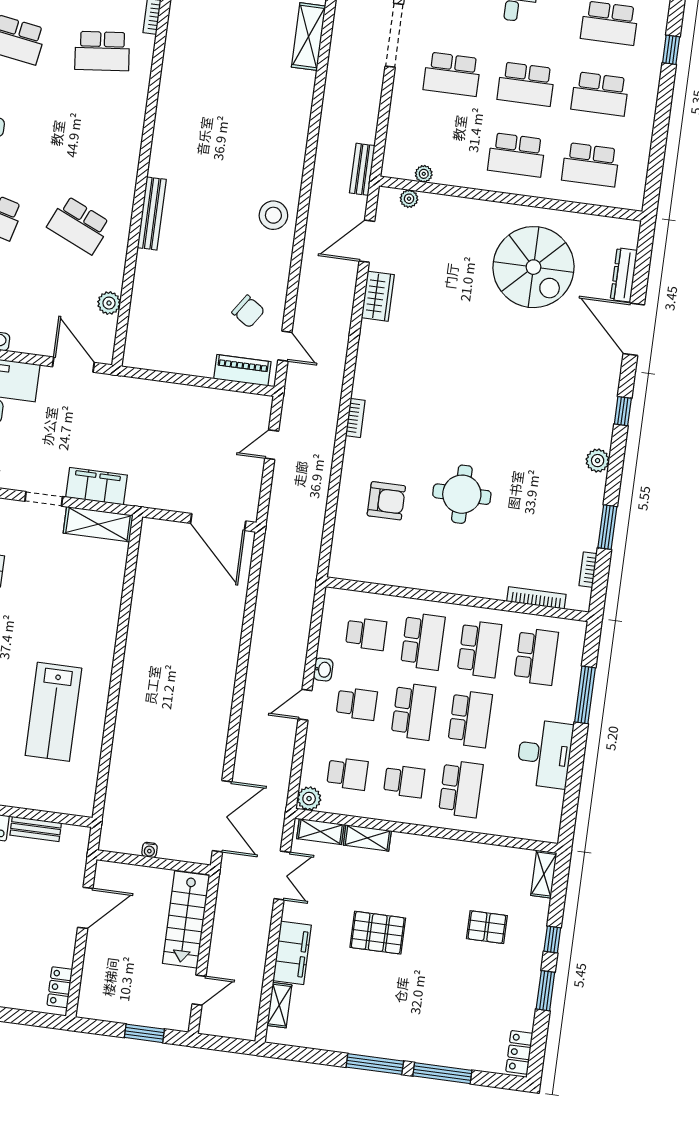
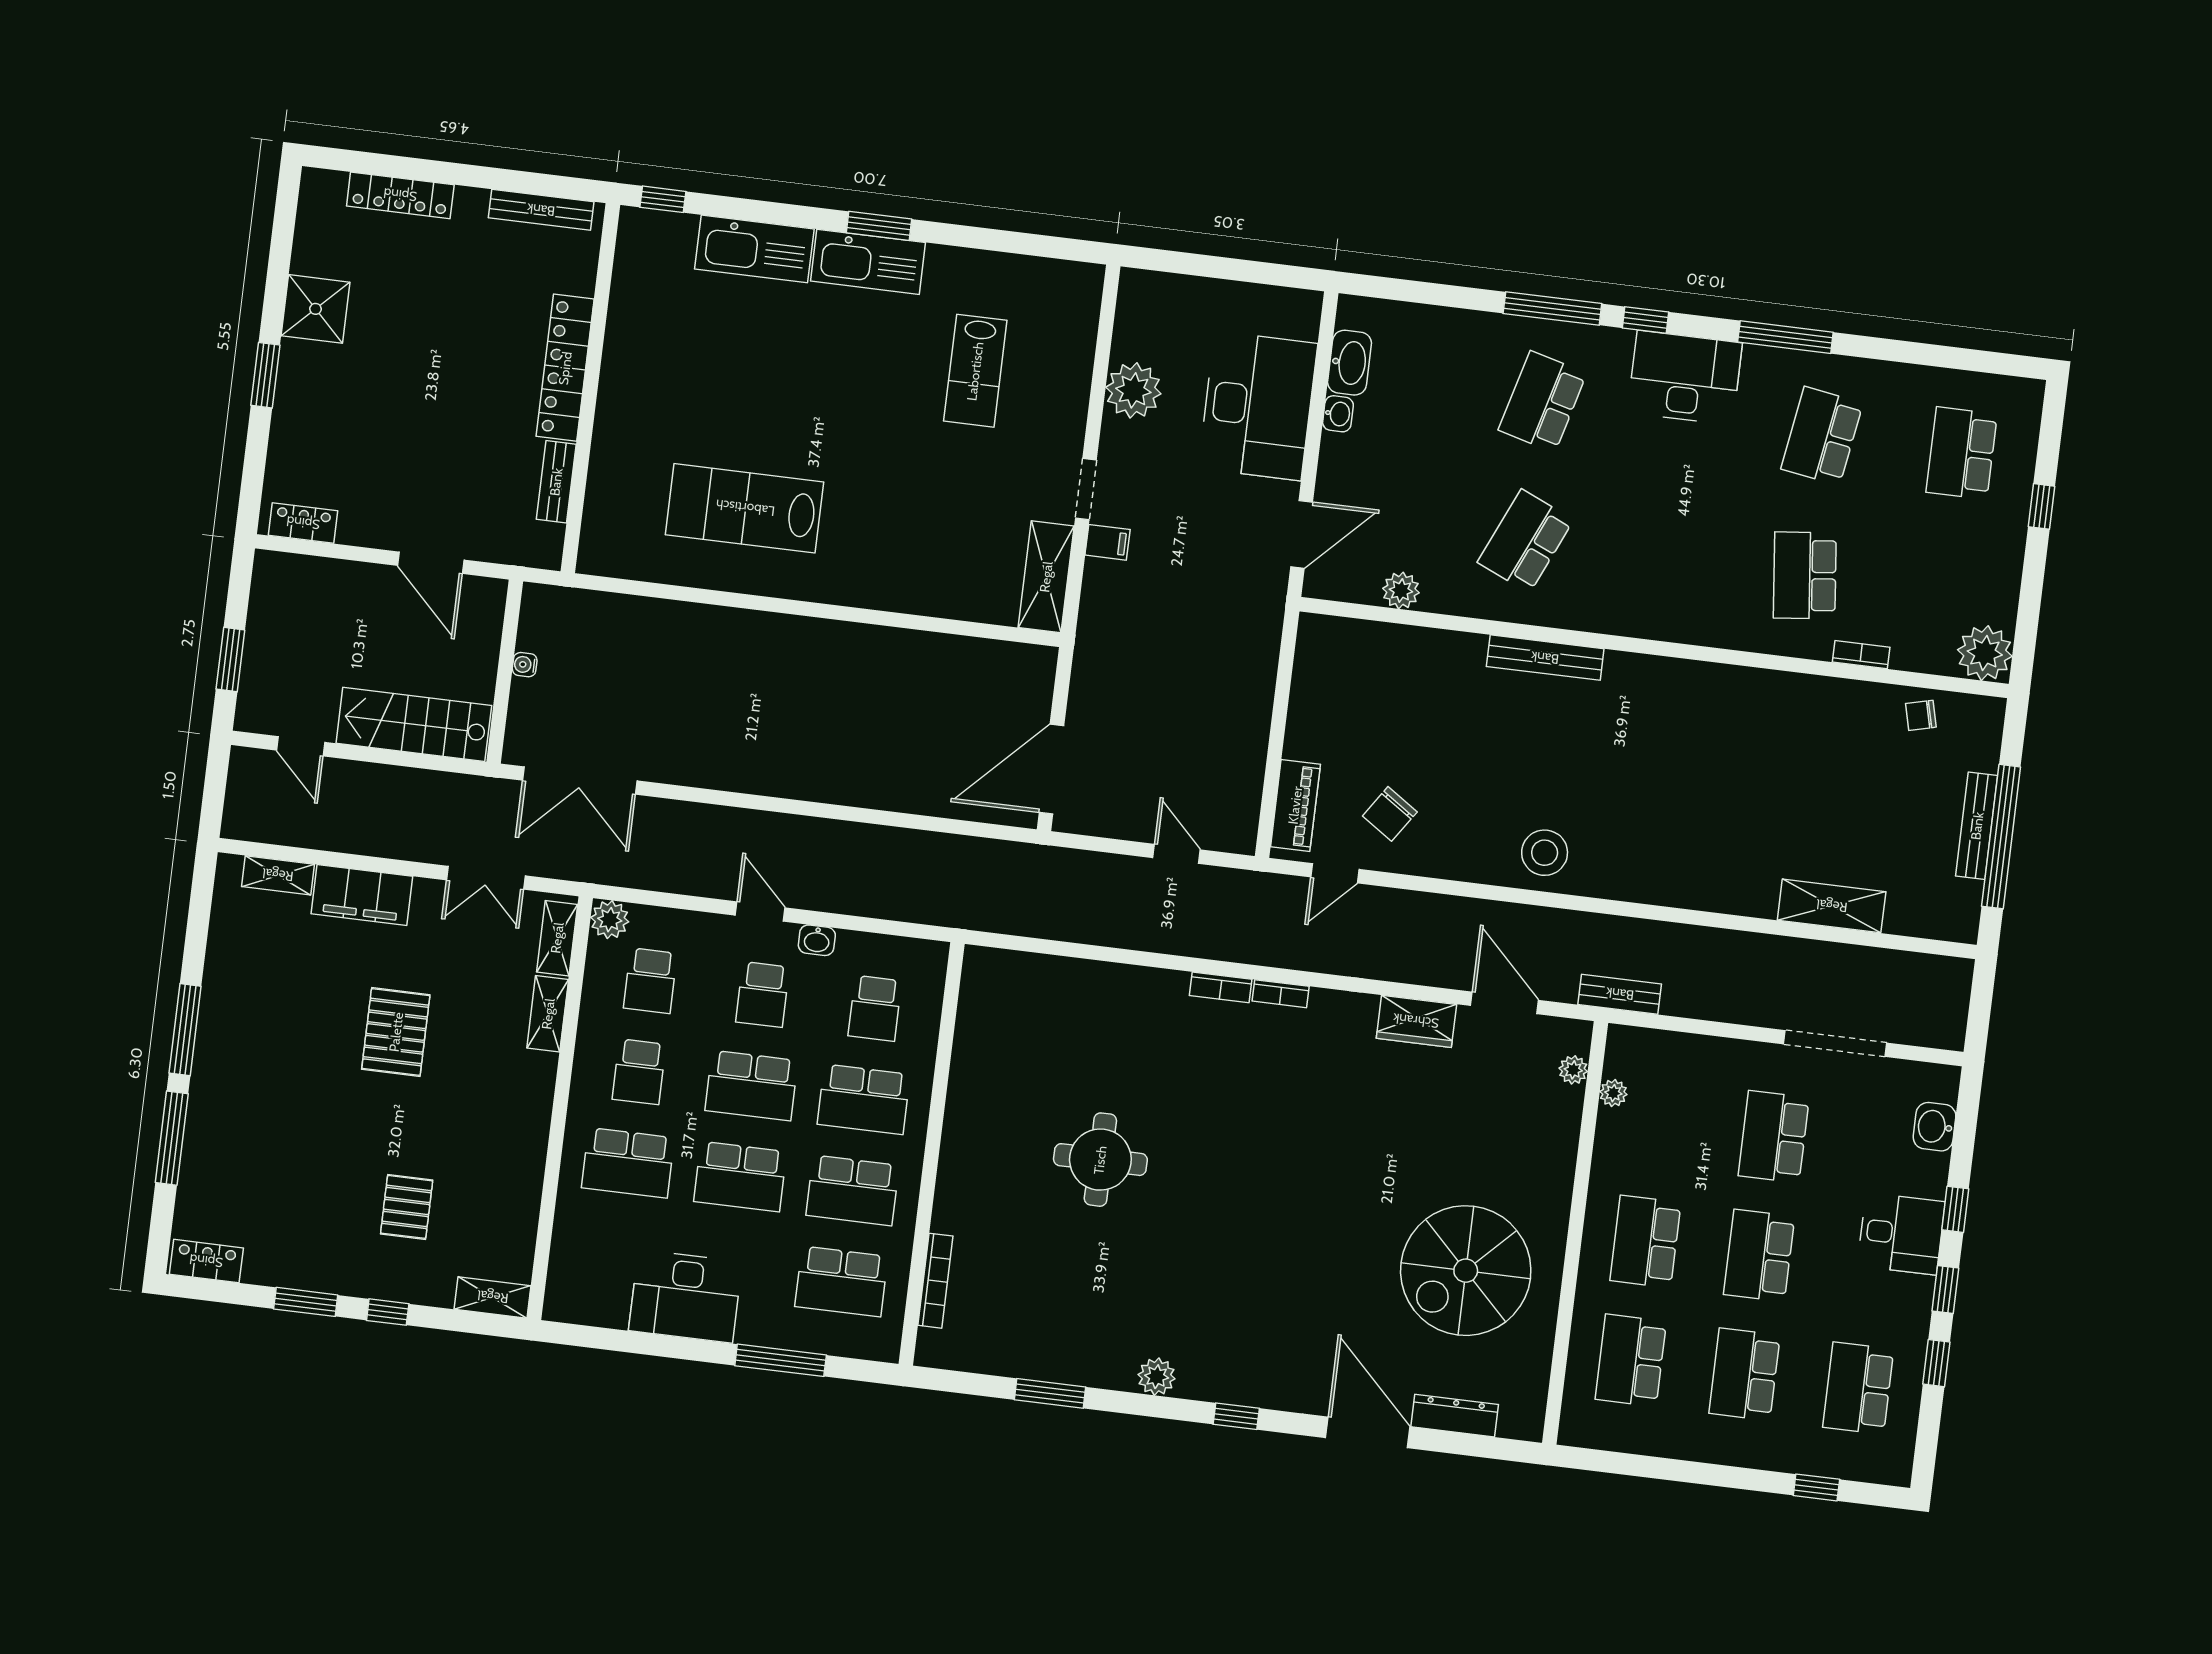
door: (634, 329) -> (1368, 1432), hinge flipped
filing cabinet: (97, 486) -> (1107, 542), width x0.33, depth x0.86
armchair: (386, 501) -> (1089, 1039), removed
bookcase: (588, 570) -> (1281, 994), moved, turned 180

